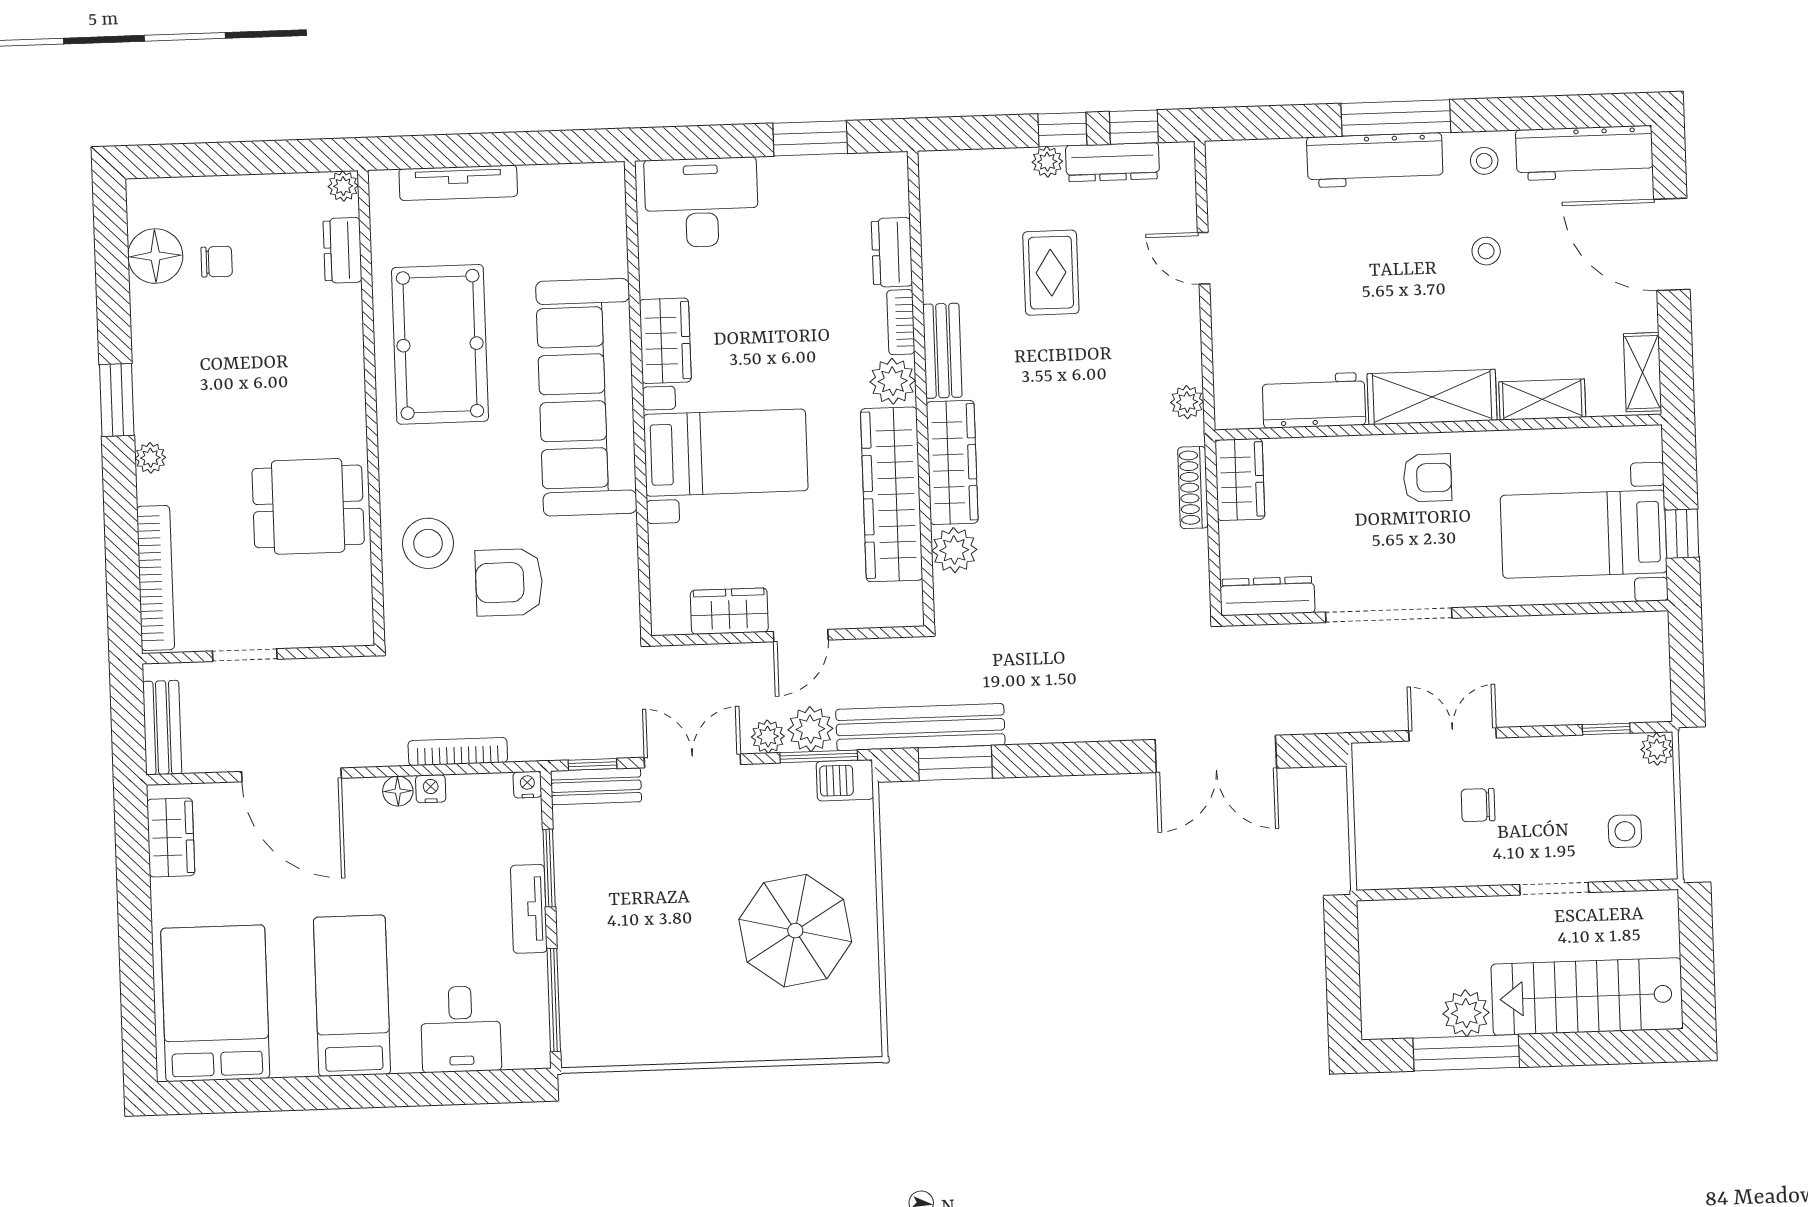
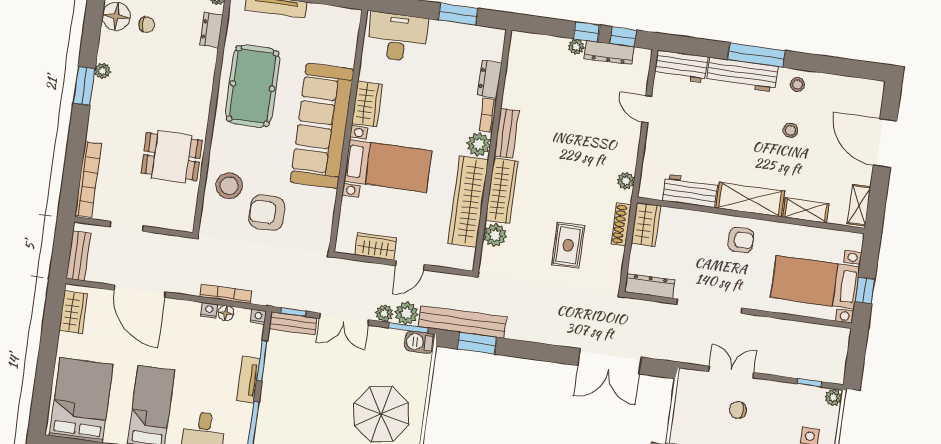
workbench: (1584, 153) -> (681, 66), moved, width x0.73
rug: (1051, 273) -> (568, 245), moved
plant: (150, 458) -> (103, 71), moved
double door: (692, 761) -> (344, 319), swing flipped
floor lamp: (398, 791) -> (226, 313), moved

